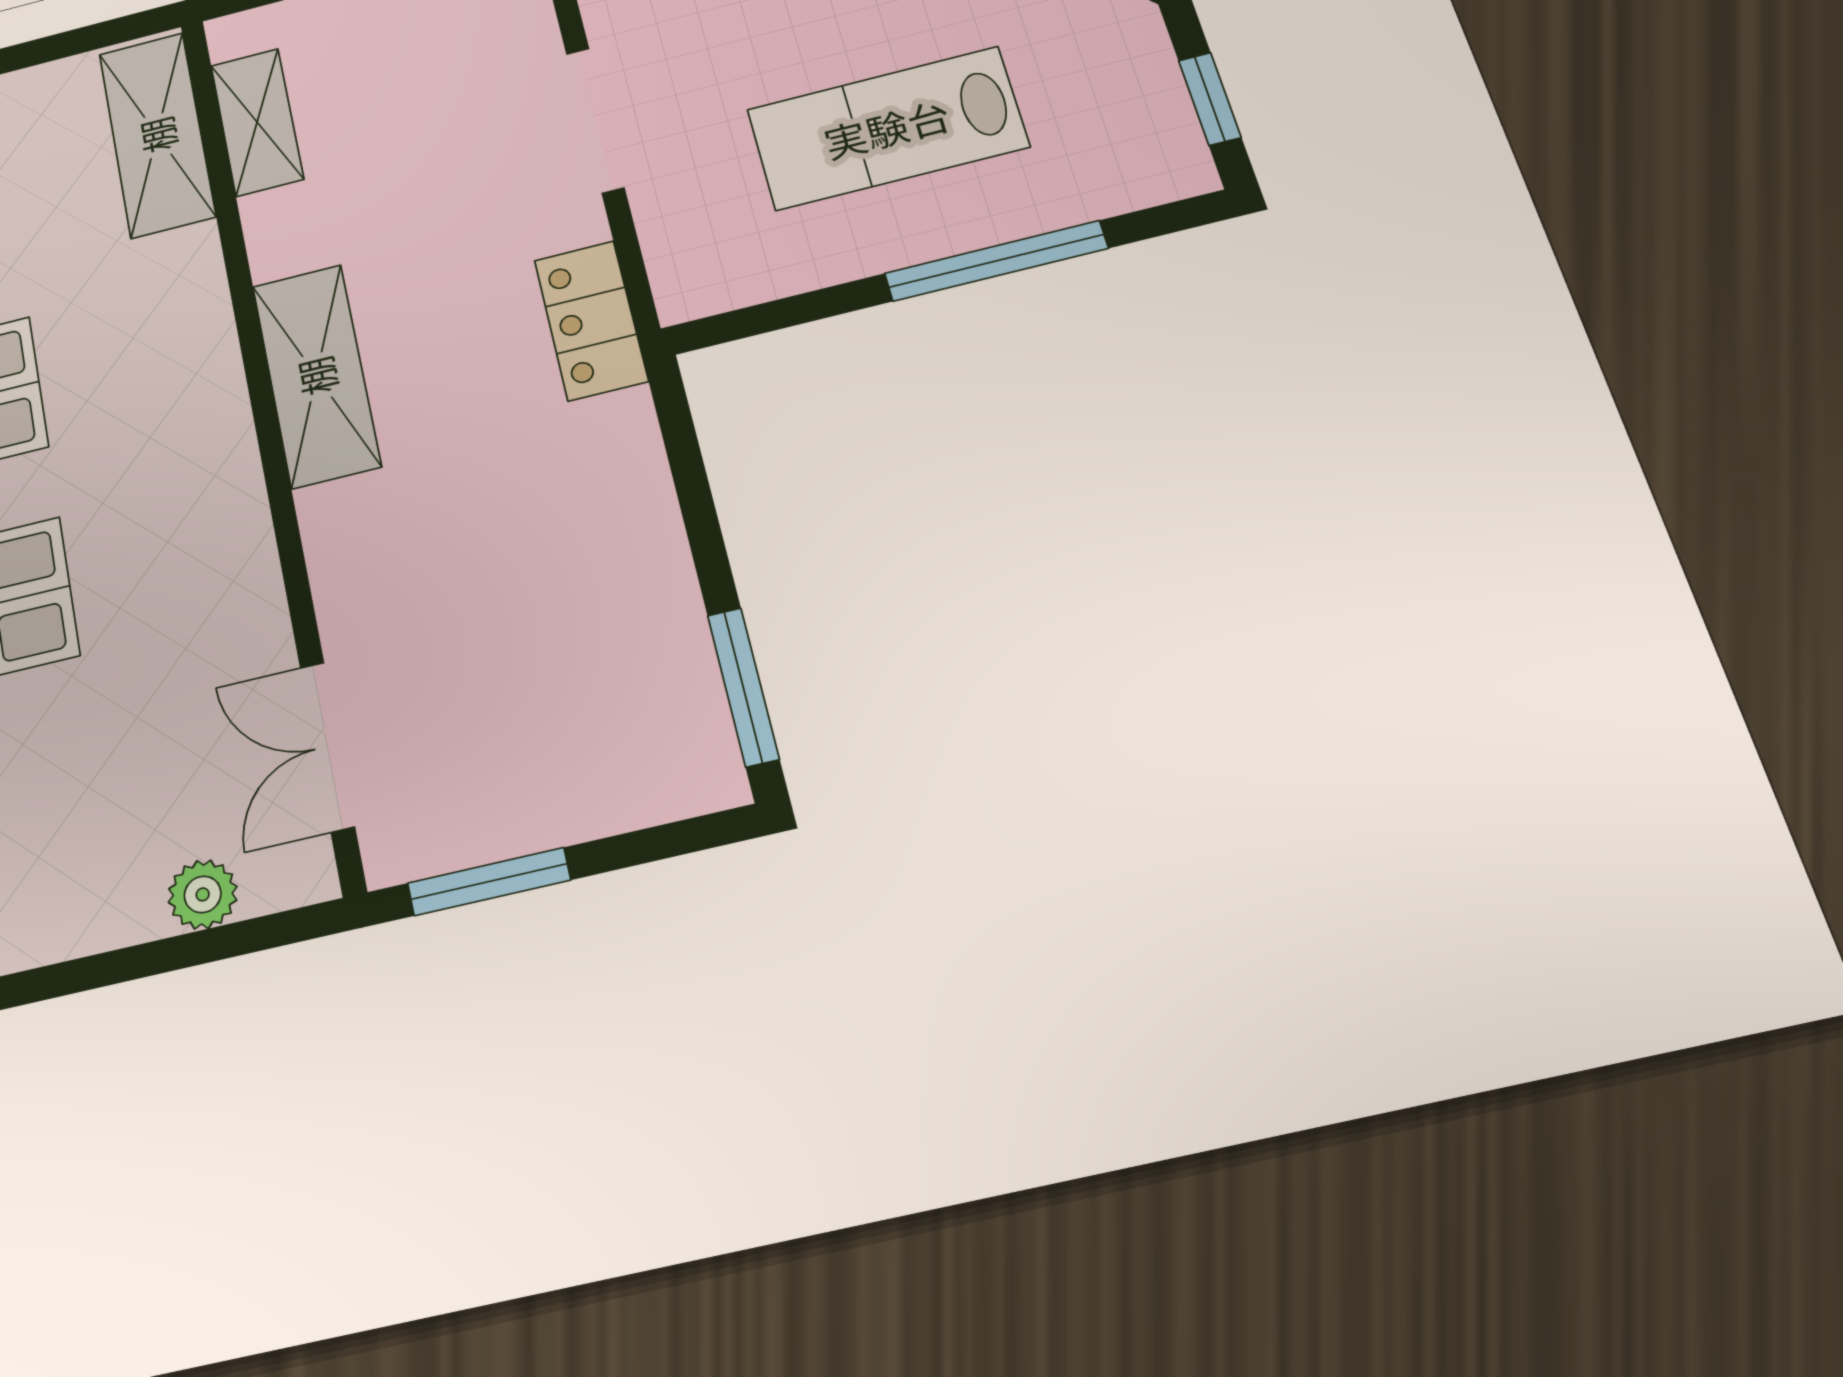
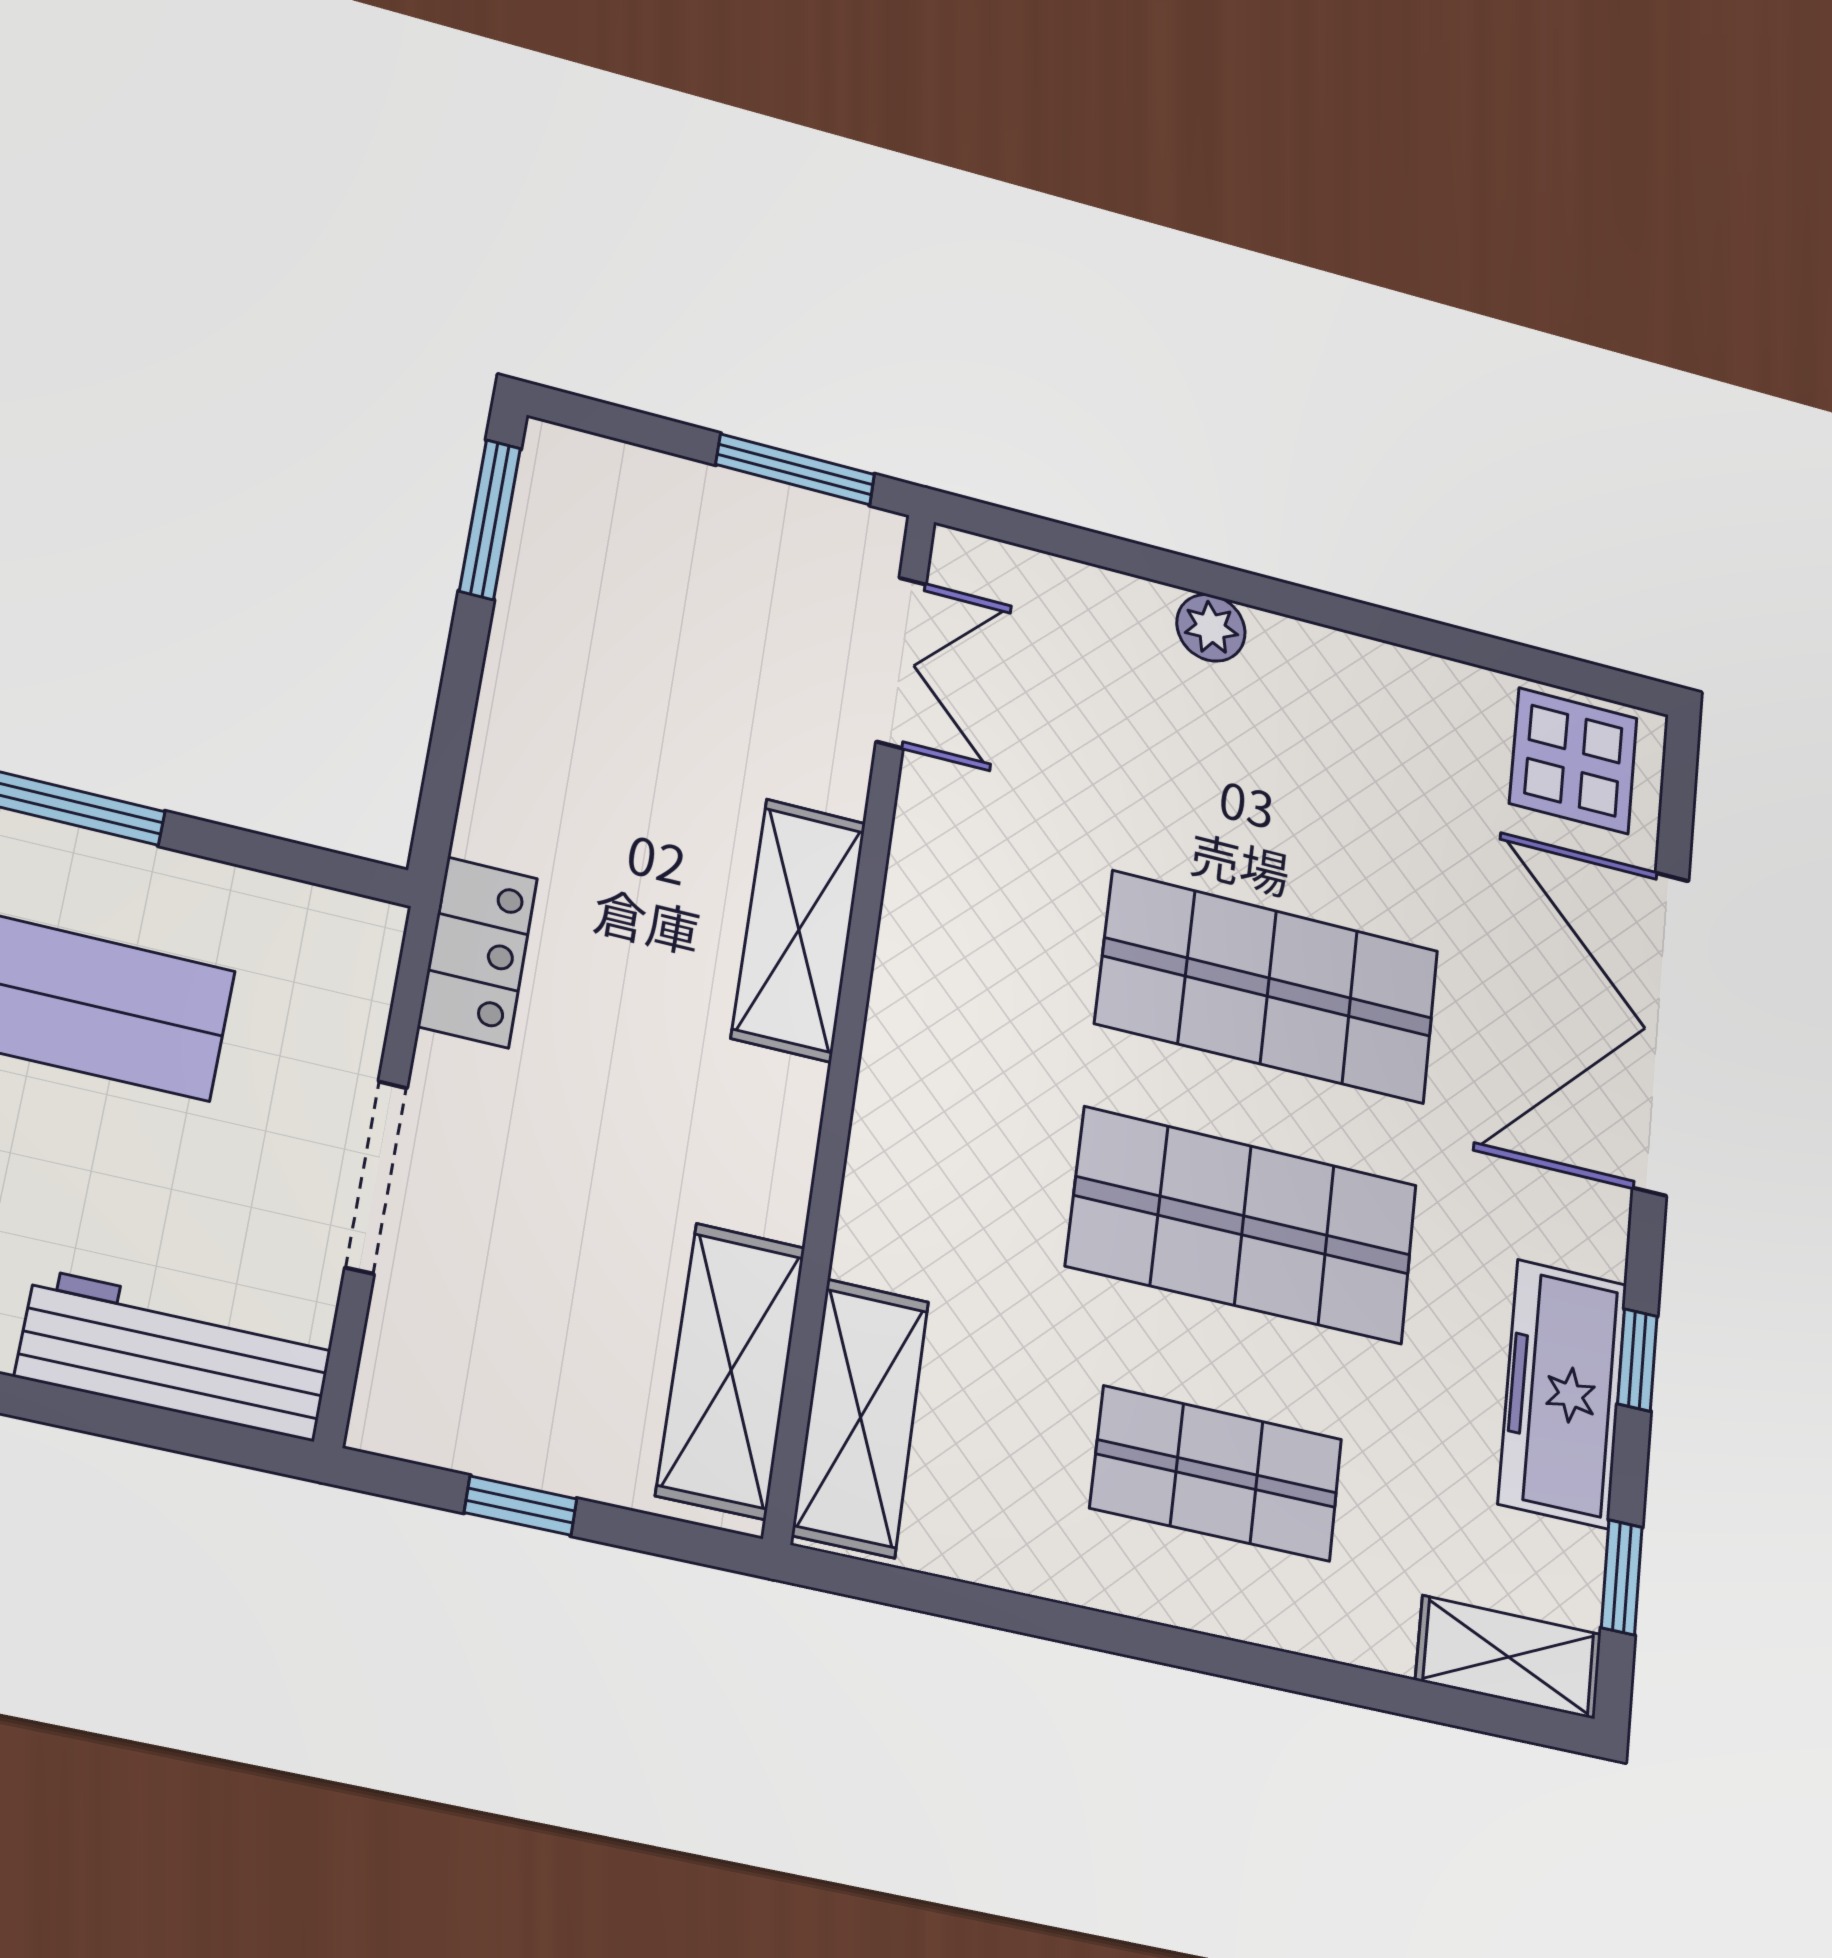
shelving: (257, 122) -> (731, 1370), width x1.50, depth x1.33
shelving: (316, 376) -> (799, 930), moved
plant: (203, 894) -> (1211, 628), moved

